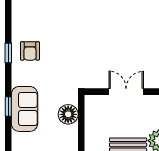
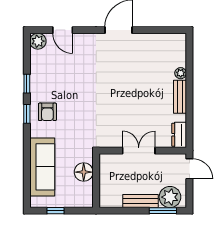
window: (8, 107) -> (27, 84), moved
sofa: (24, 109) -> (42, 167), width x1.36

